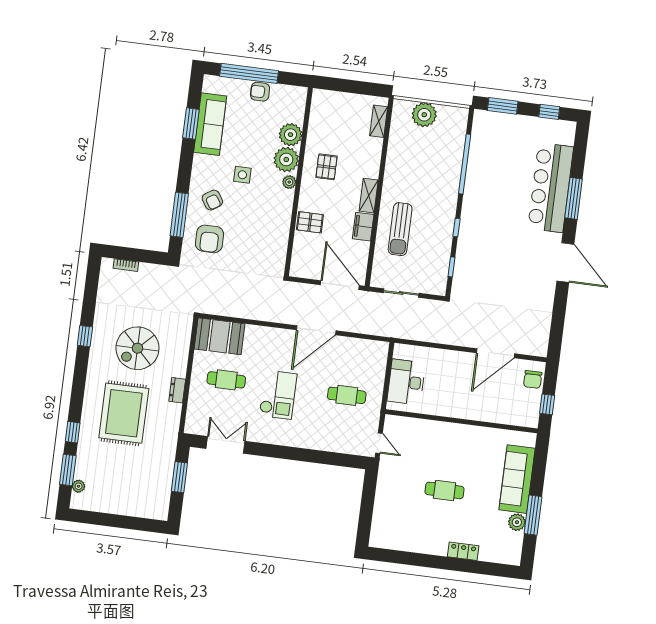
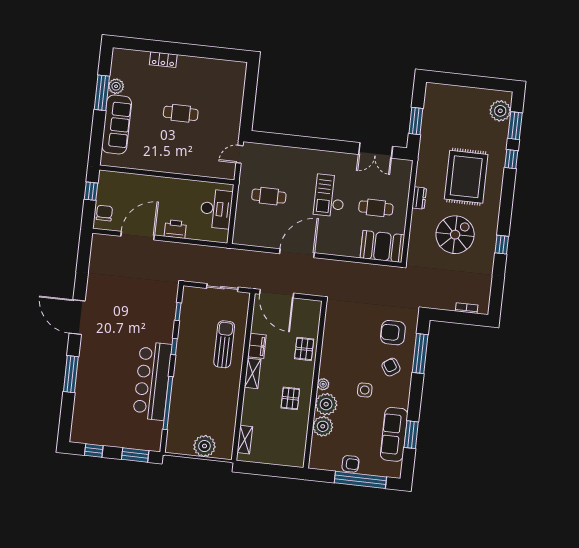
bar counter: (551, 188) -> (152, 381), moved, turned 180
pallet: (310, 222) -> (304, 349), turned 90
armchair: (209, 239) -> (393, 333), turned -90
printer: (453, 360) -> (175, 229), added
door: (379, 443) -> (239, 154), hinge flipped
plant: (79, 486) -> (500, 111), width x1.88, depth x1.88

